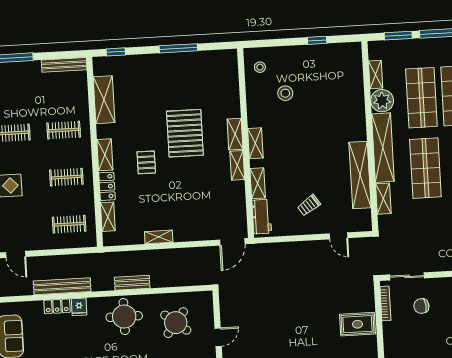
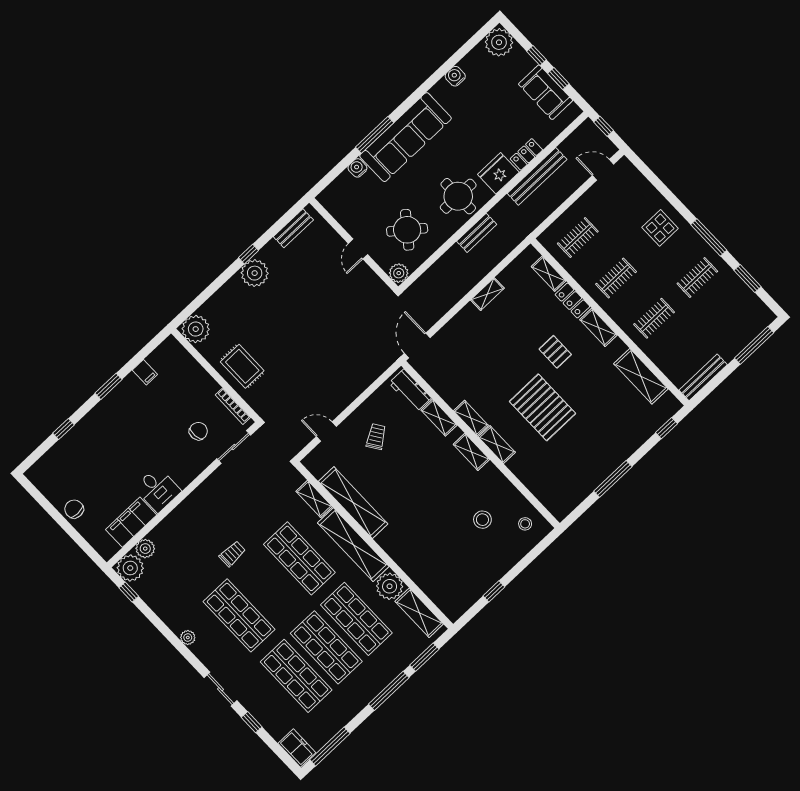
shelving: (376, 74) -> (419, 613), width x1.50, depth x1.33
plant: (205, 299) -> (399, 273), added
fridge: (79, 307) -> (498, 173), width x1.88, depth x1.34
rug: (357, 324) -> (242, 366), turned 90

